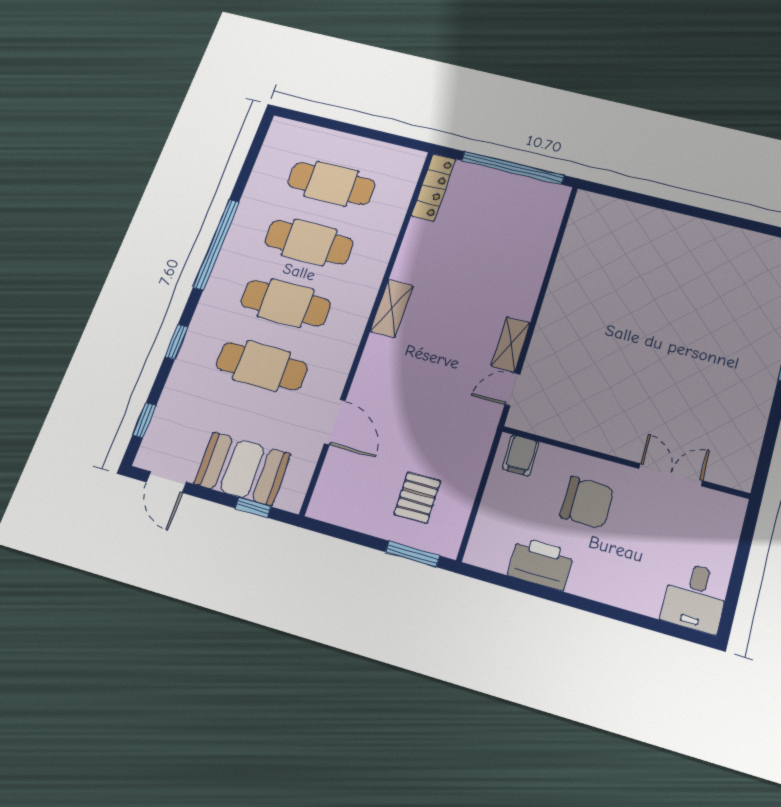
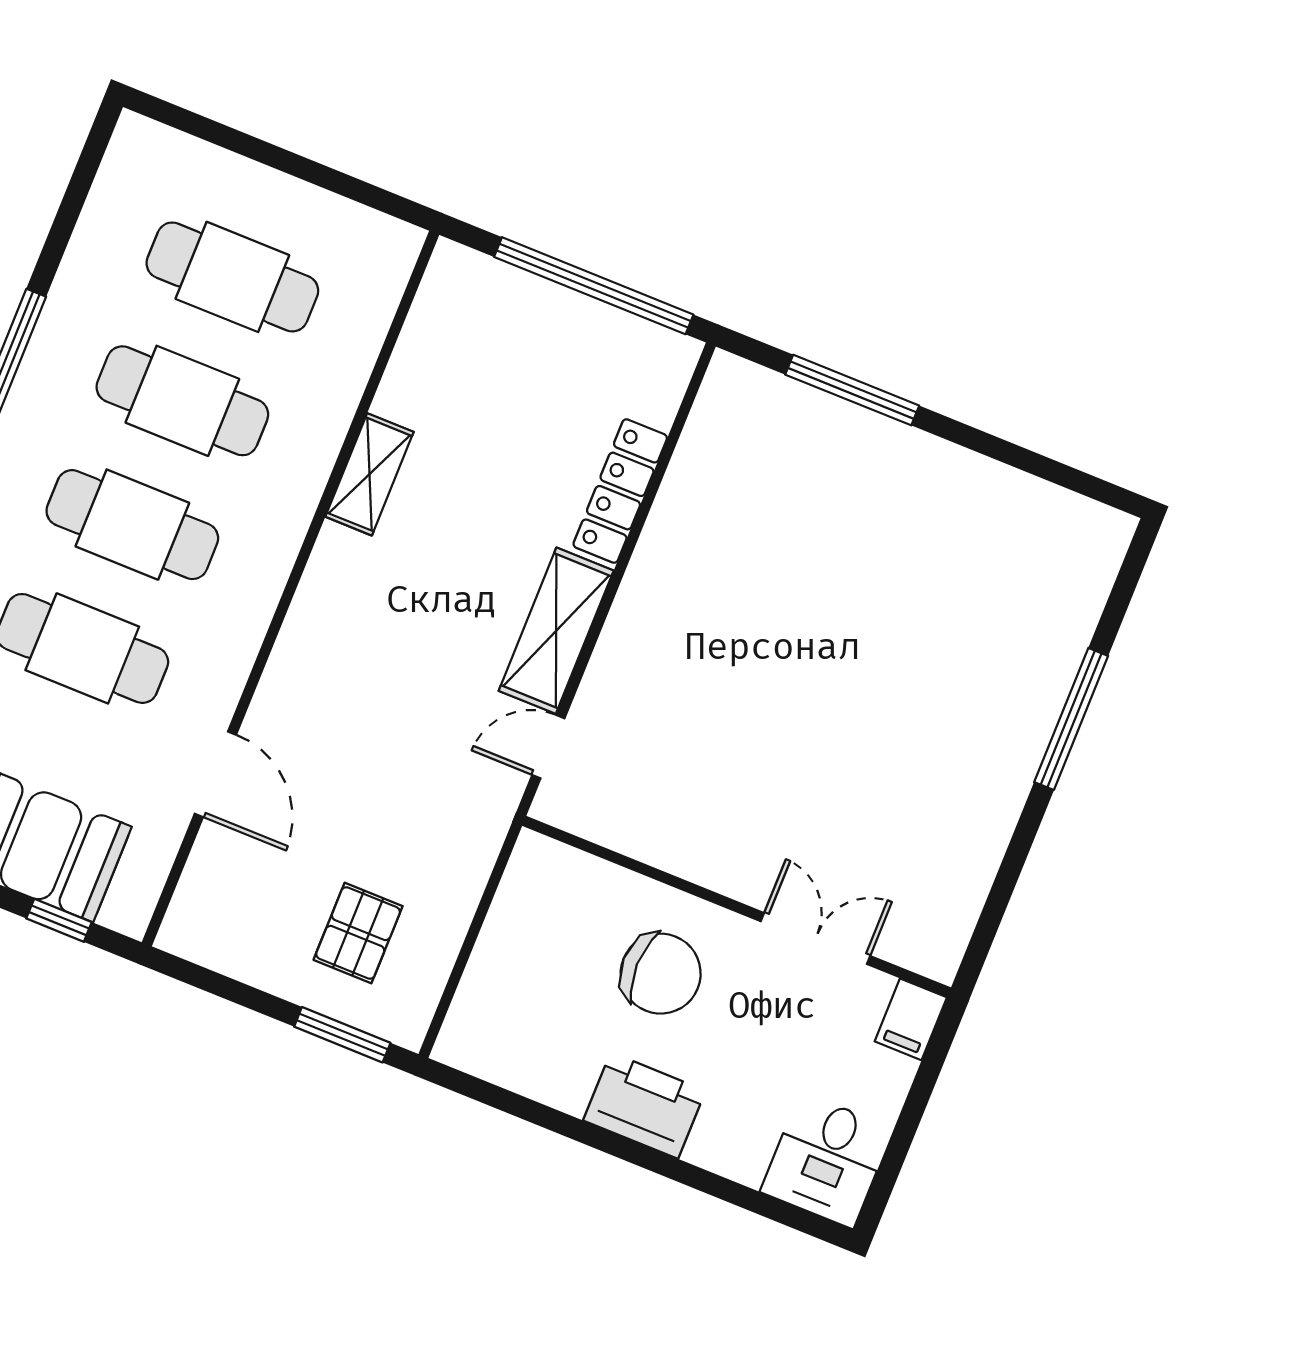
locker: (434, 188) -> (620, 491), moved, turned 180
window: (650, 201) -> (852, 390), added
shelving: (392, 309) -> (369, 474), moved
shelving: (511, 345) -> (556, 631), width x1.50, depth x1.33
filing cabinet: (521, 455) -> (911, 1019), moved
printer: (541, 563) -> (644, 1105), moved

